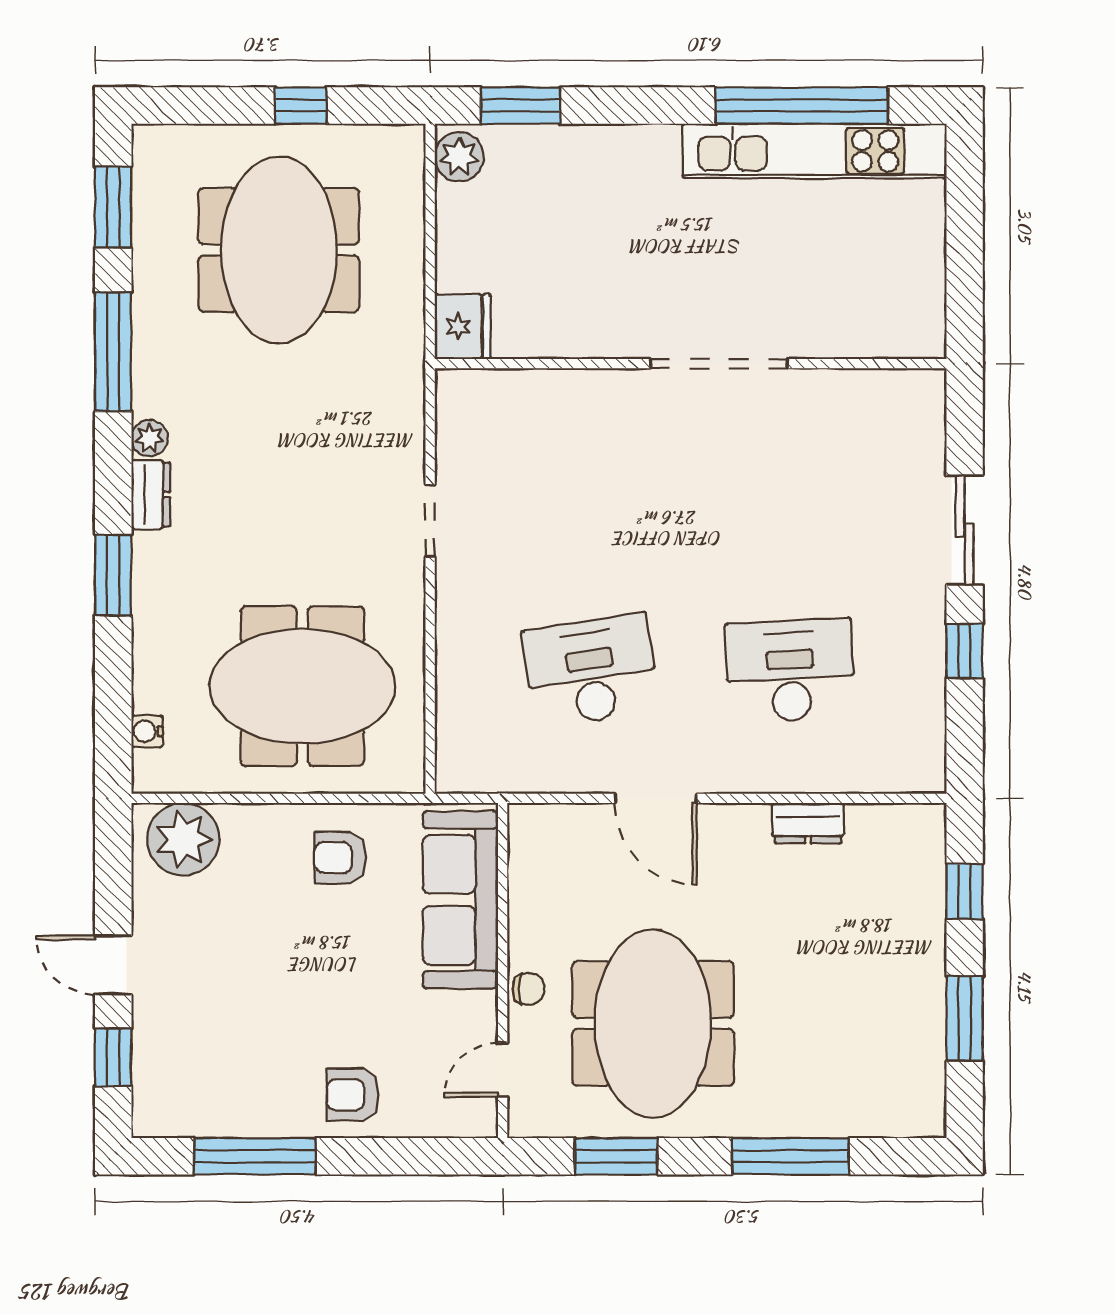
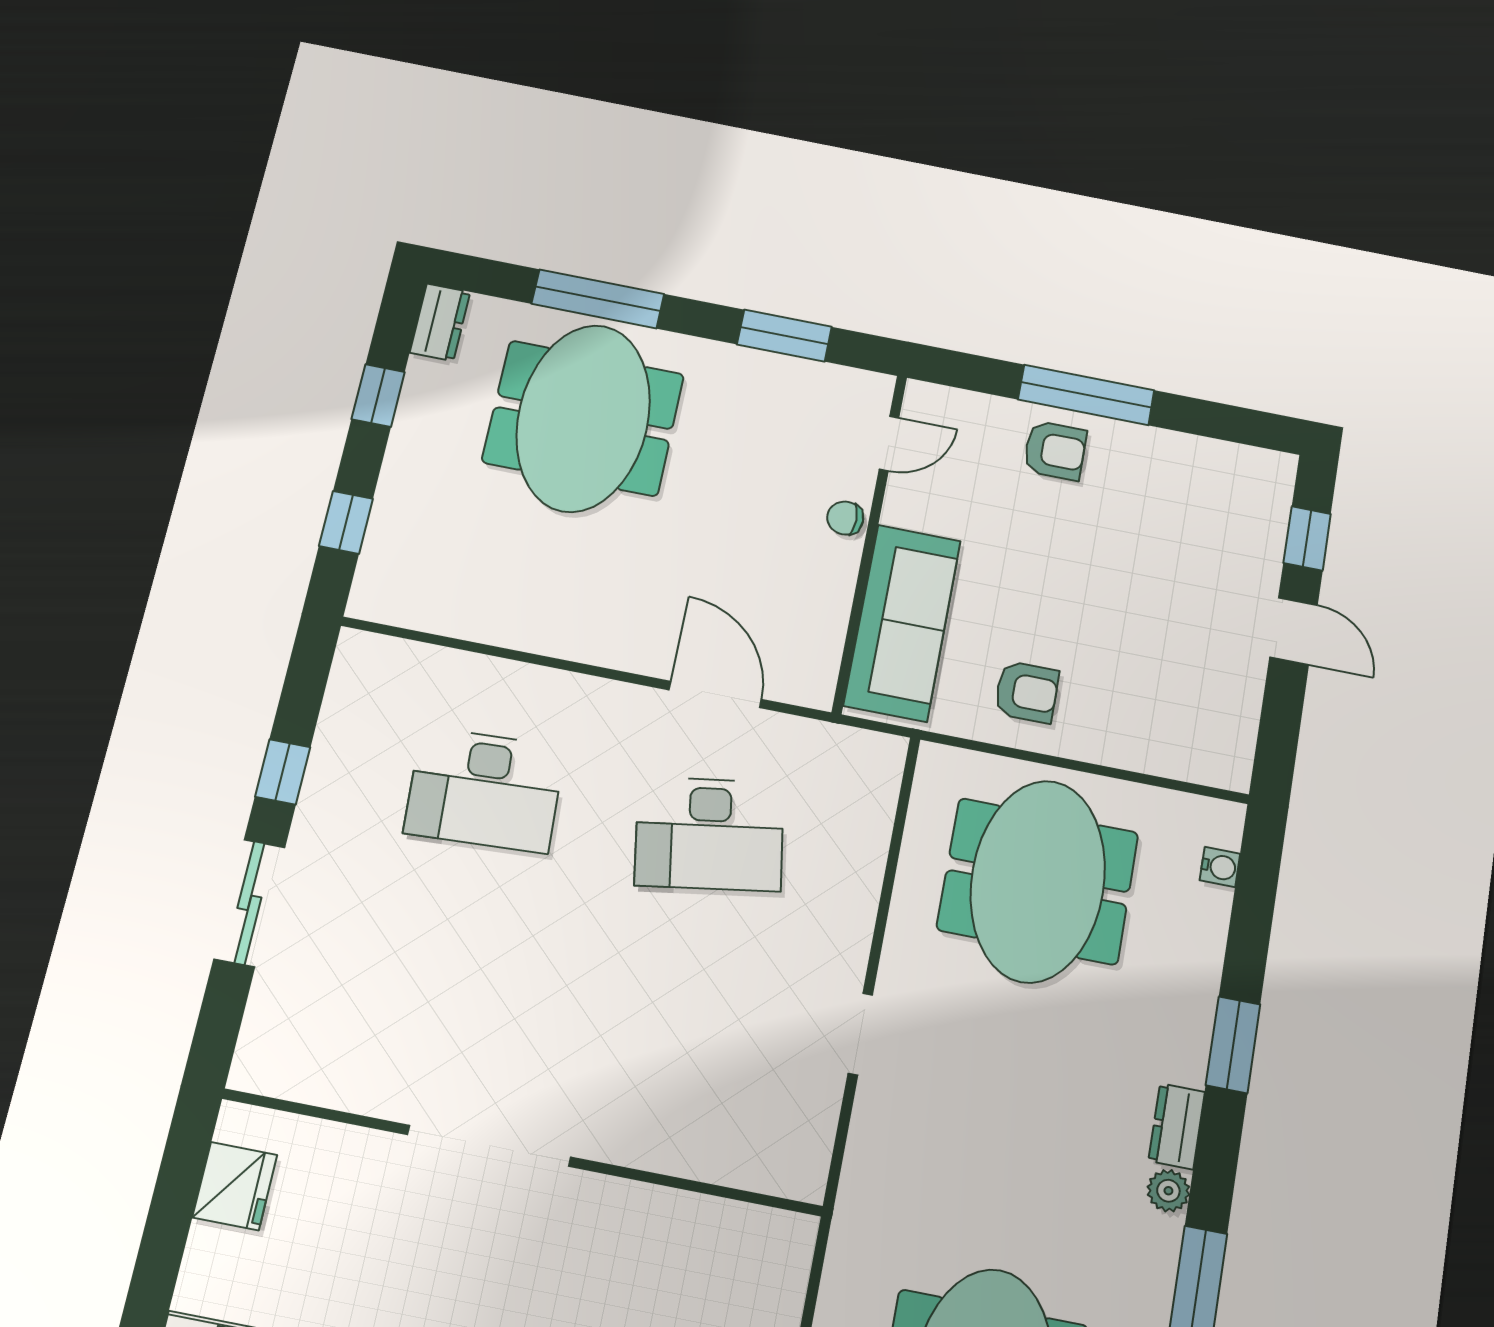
fridge: (463, 327) -> (235, 1186), moved, turned 180
meeting table: (302, 686) -> (1038, 881), turned 90
door: (656, 798) -> (715, 695), moved
dresser: (808, 823) -> (440, 322), moved, turned 90
plant: (183, 839) -> (1197, 745), removed
window: (965, 1018) -> (378, 396), width x0.67
meeting table: (653, 1023) -> (583, 418), moved
window: (255, 1156) -> (1086, 395), moved

